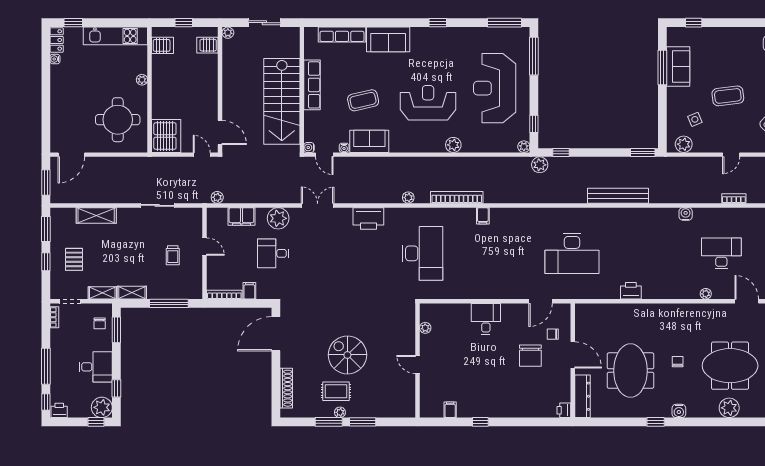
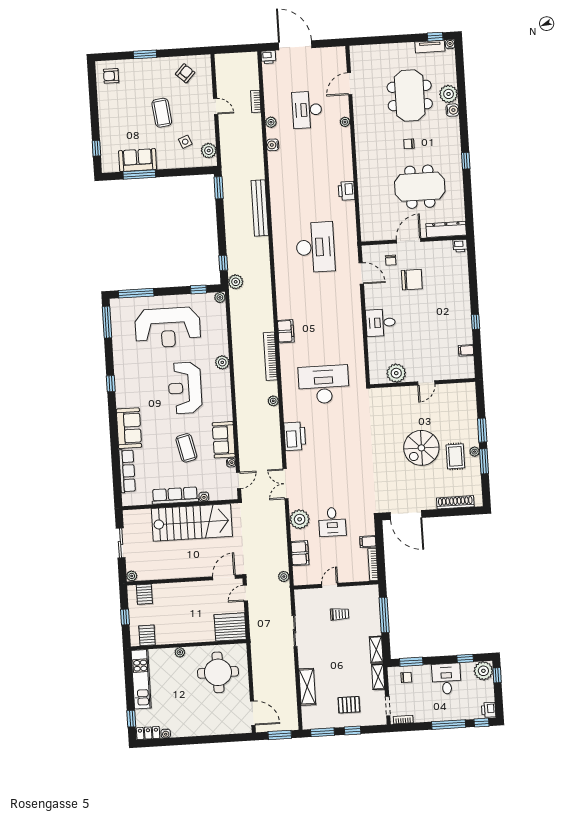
water cooler: (309, 147) -> (204, 497), moved
plant: (710, 214) -> (271, 122), added
filing cabinet: (483, 216) -> (286, 331), width x2.00
plant: (425, 328) -> (396, 373), width x1.88, depth x1.88
water cooler: (679, 411) -> (452, 110), moved

